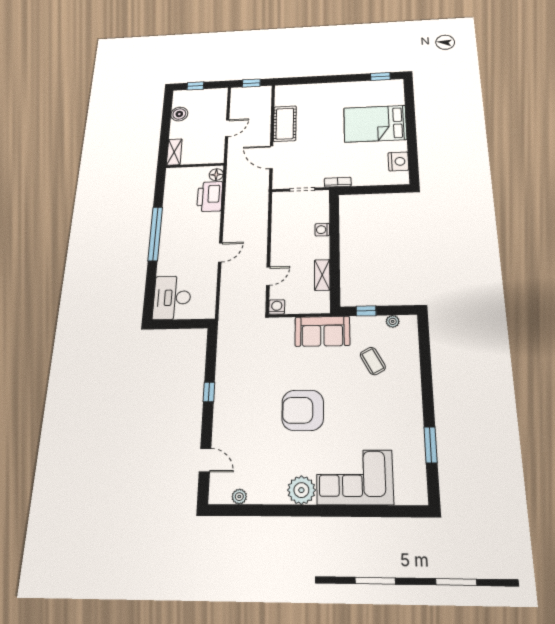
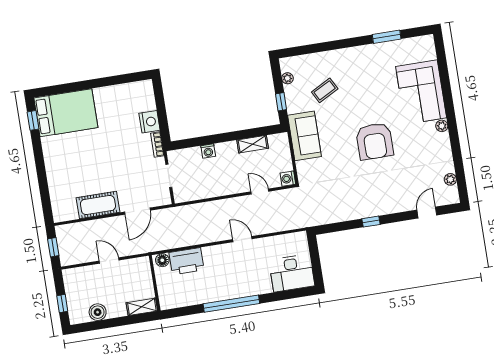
bed: (375, 124) -> (66, 113), moved, turned -90
nightstand: (398, 161) -> (149, 122), moved, turned 90
plant: (301, 490) -> (442, 126), width x0.53, depth x0.53

